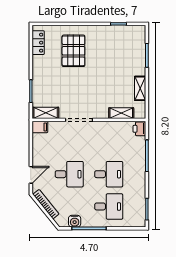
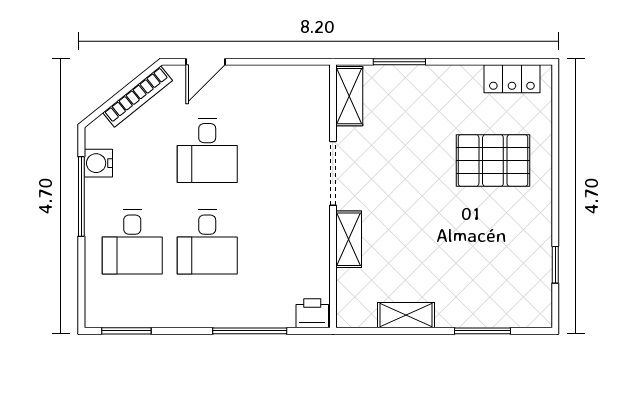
shelving: (121, 113) -> (349, 239), moved
filing cabinet: (40, 127) -> (317, 83), removed
door: (31, 175) -> (206, 62), hinge flipped

